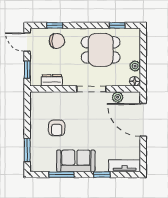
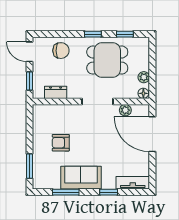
window: (55, 25) -> (93, 34), moved
armchair: (57, 128) -> (61, 143), turned 90

